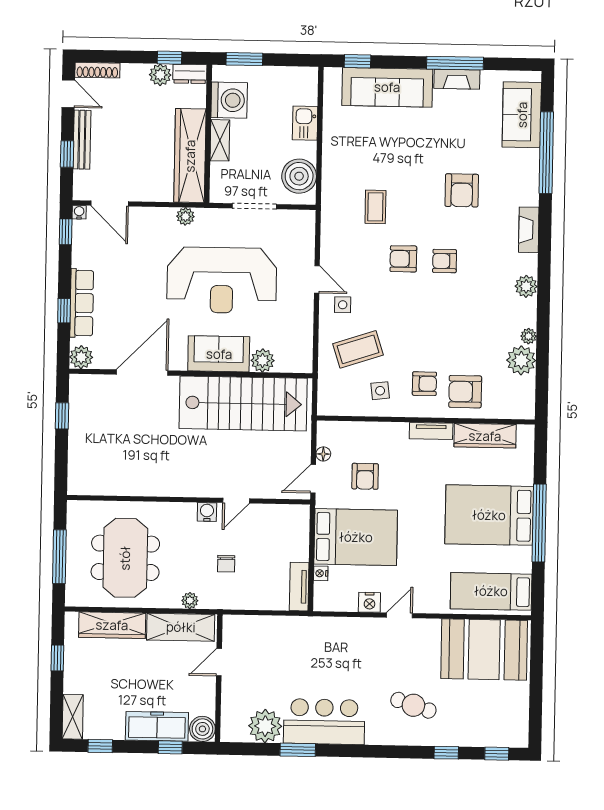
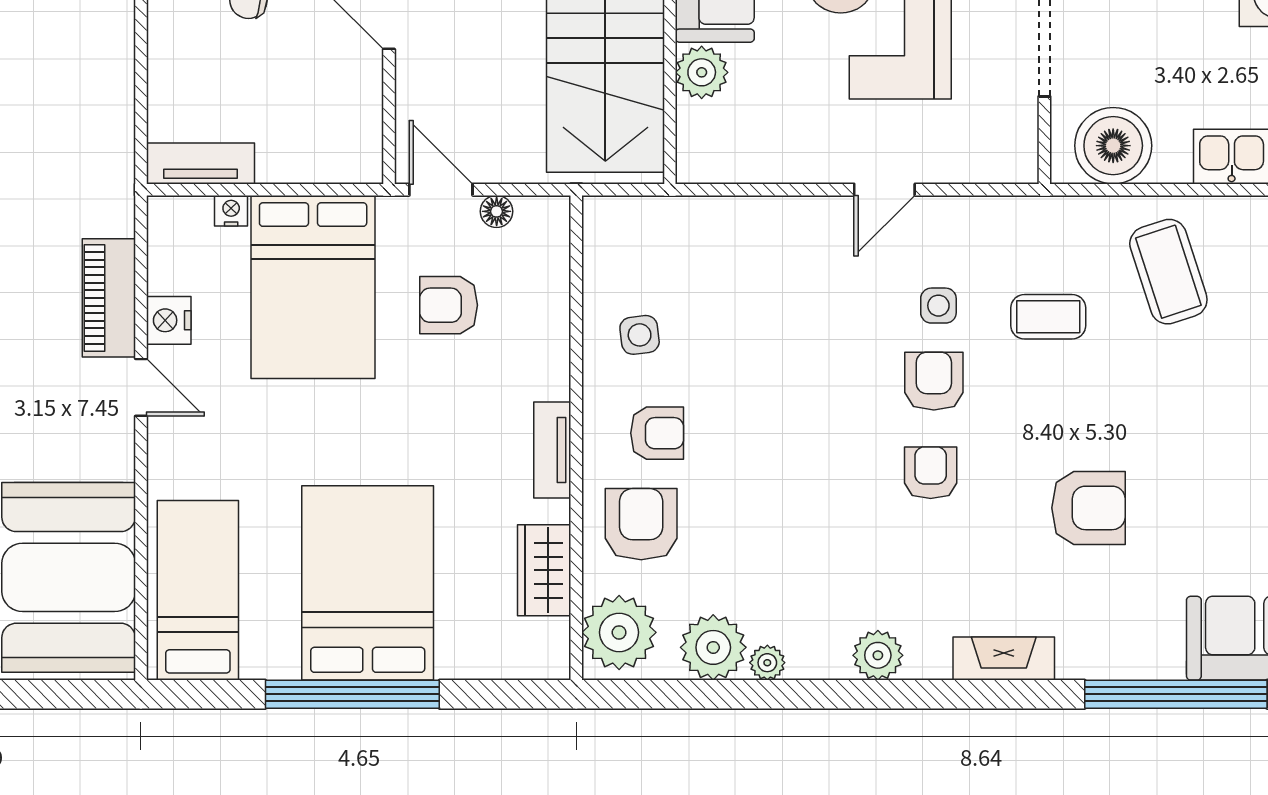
armchair: (462, 190) -> (1088, 508), turned 180
side table: (343, 305) -> (938, 306), moved
coffee table: (358, 349) -> (1168, 272), moved
armchair: (424, 384) -> (657, 433), turned -90
plant: (514, 402) -> (619, 632), added
wardrobe: (485, 436) -> (544, 570), width x0.67
piano: (359, 629) -> (109, 298), added

